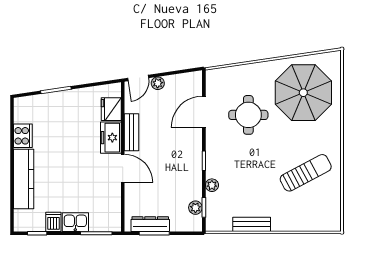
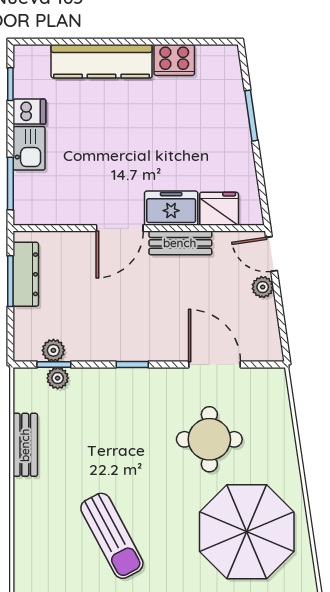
plant: (212, 185) -> (58, 378), moved

